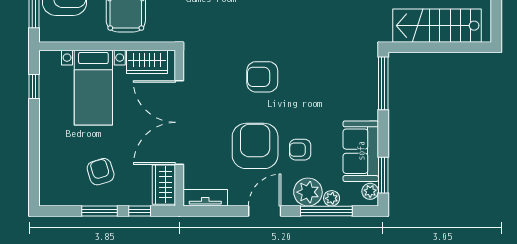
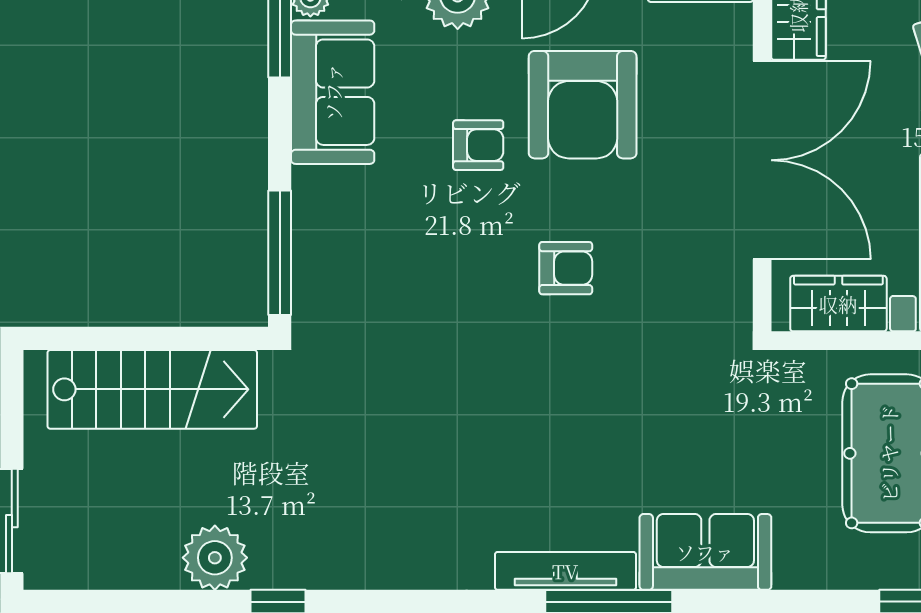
armchair: (262, 77) -> (566, 268), width x0.72, depth x0.72
armchair: (300, 150) -> (478, 145), moved

